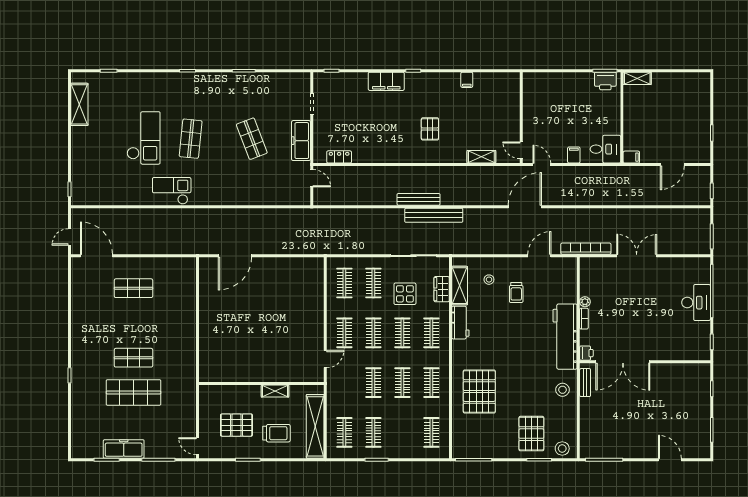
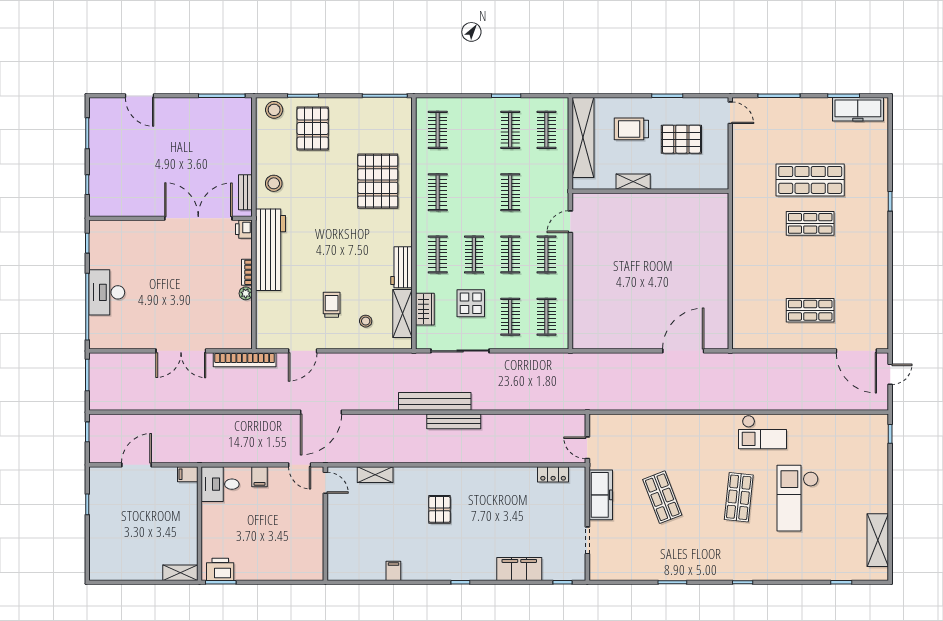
filing cabinet: (386, 81) -> (519, 569), moved
clothes rail: (402, 383) -> (474, 192), removed
freezer: (124, 449) -> (858, 109), moved

